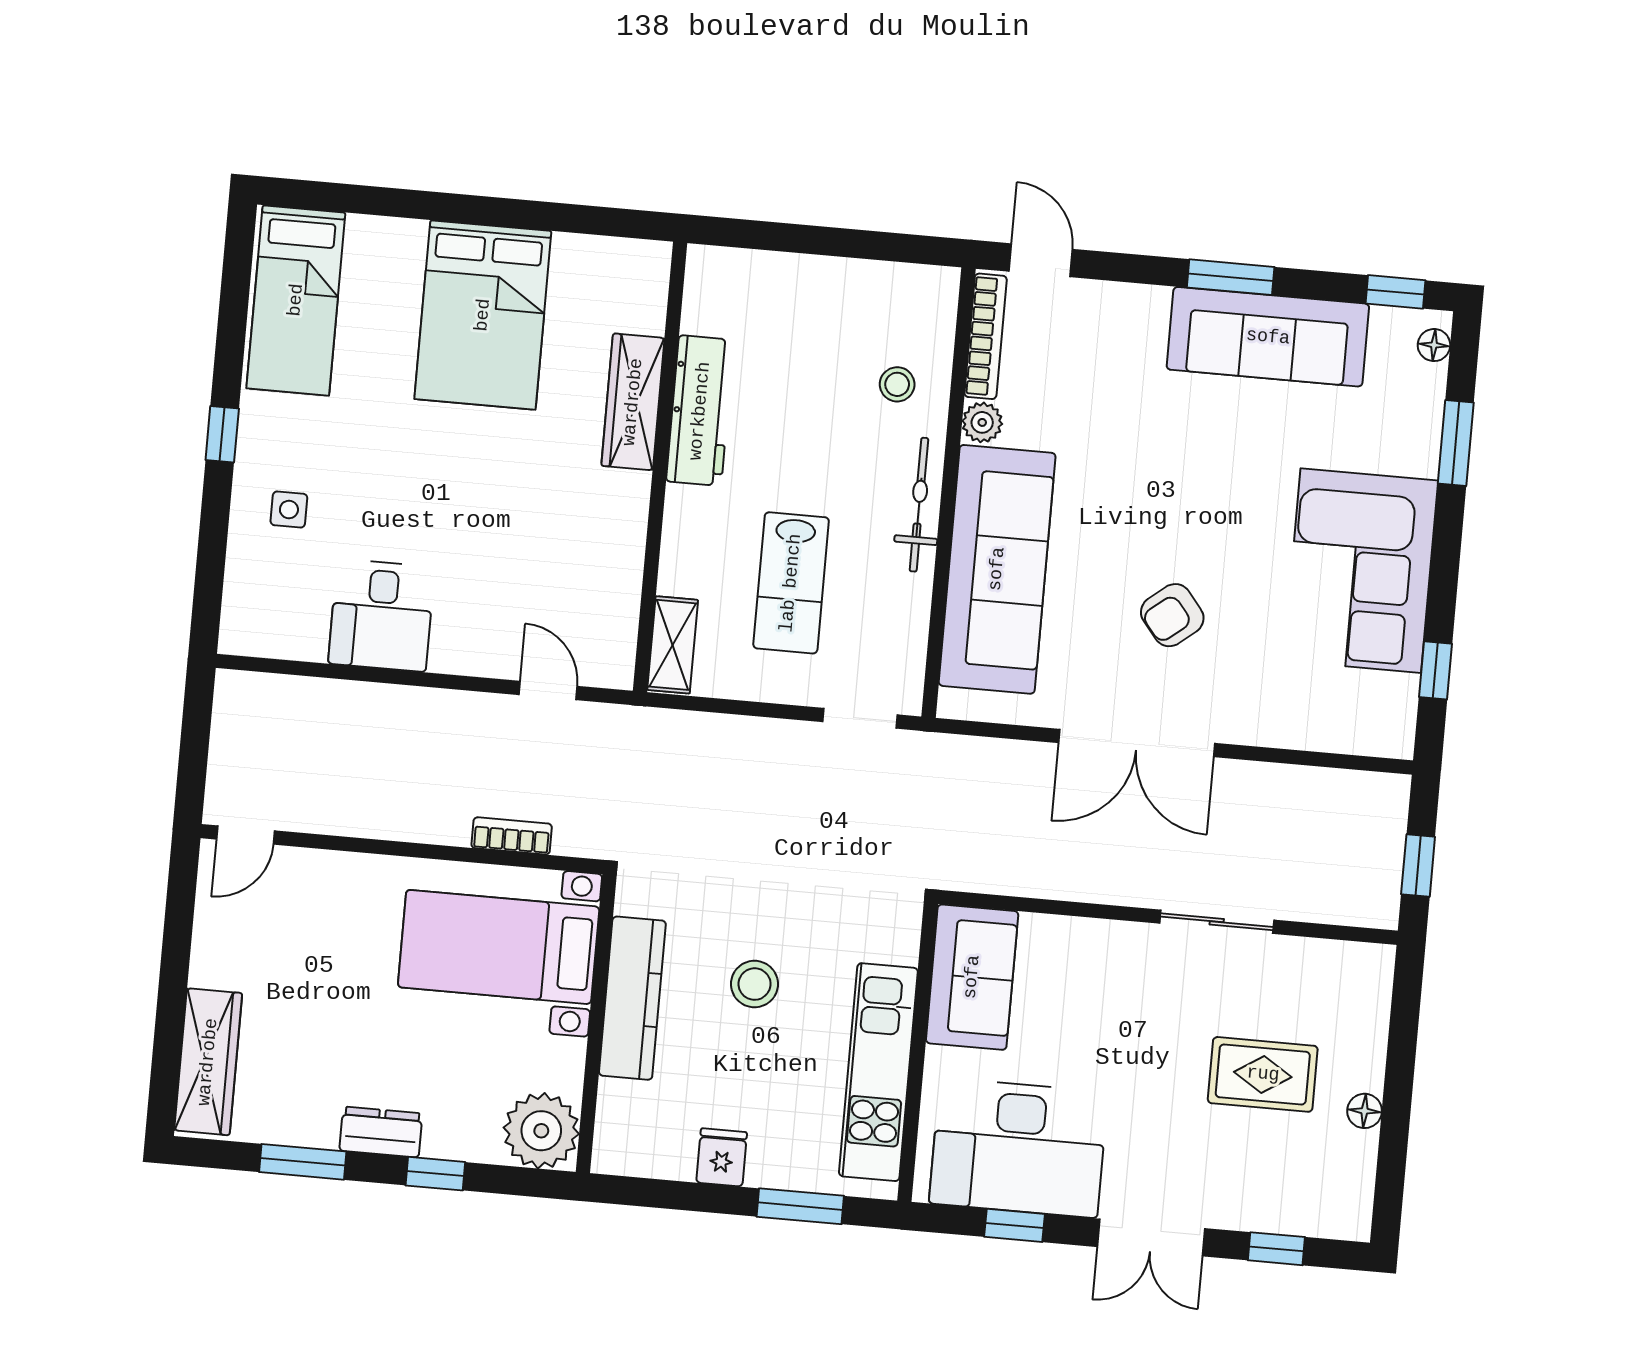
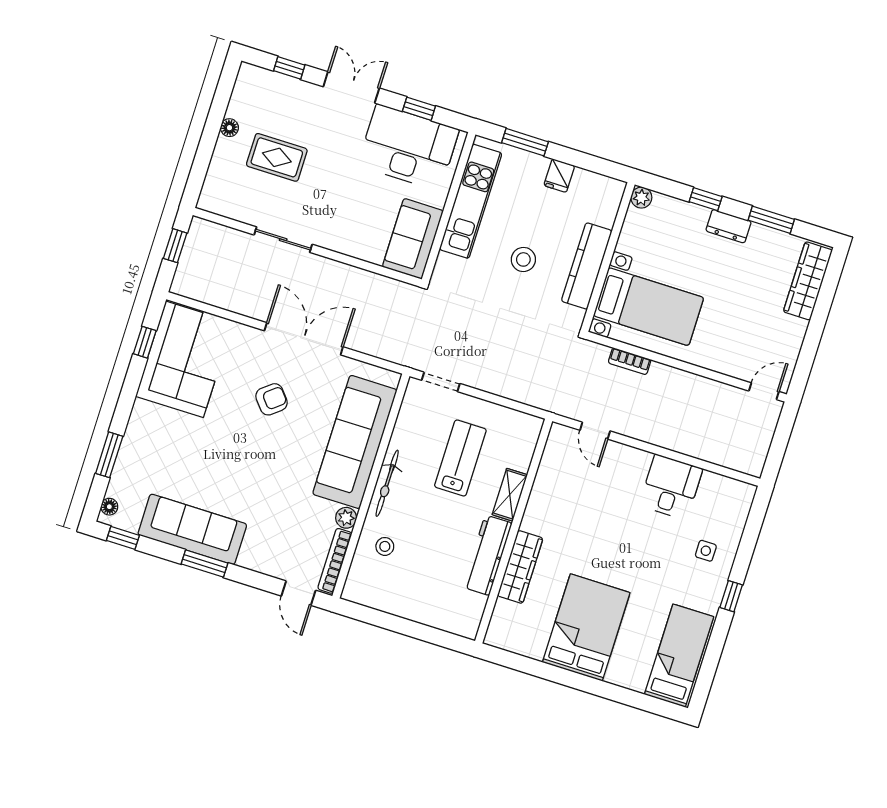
corner sofa: (1361, 571) -> (184, 359), moved
shelving: (673, 645) -> (510, 495), moved
plant: (541, 1131) -> (641, 198), width x0.53, depth x0.53

